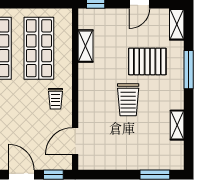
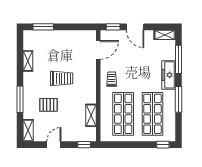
pallet: (147, 61) -> (48, 105), width x0.67, depth x0.71
trolley: (128, 100) -> (62, 78), turned 90

